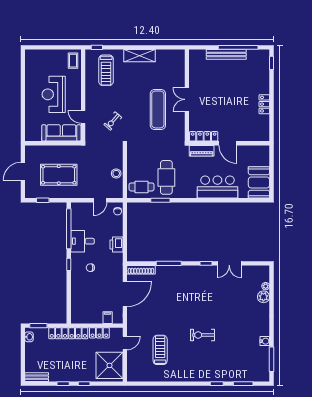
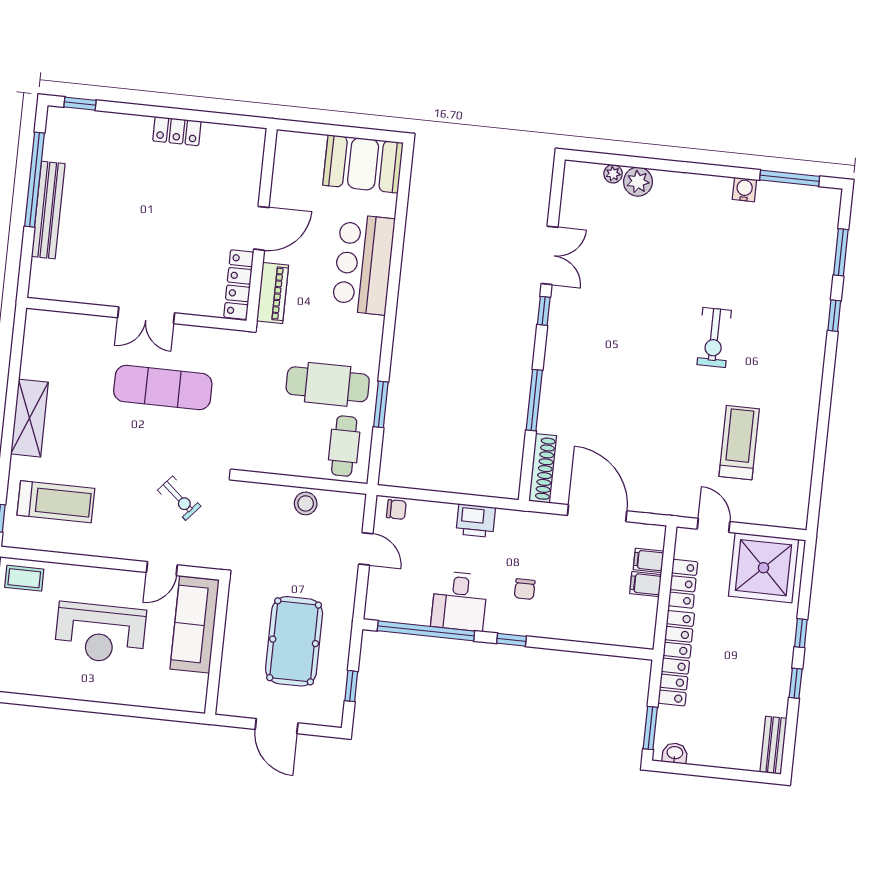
filing cabinet: (98, 317) -> (646, 584), added
treadmill: (160, 350) -> (739, 443), turned 90

